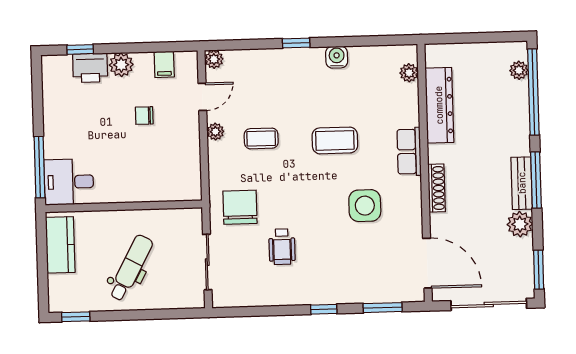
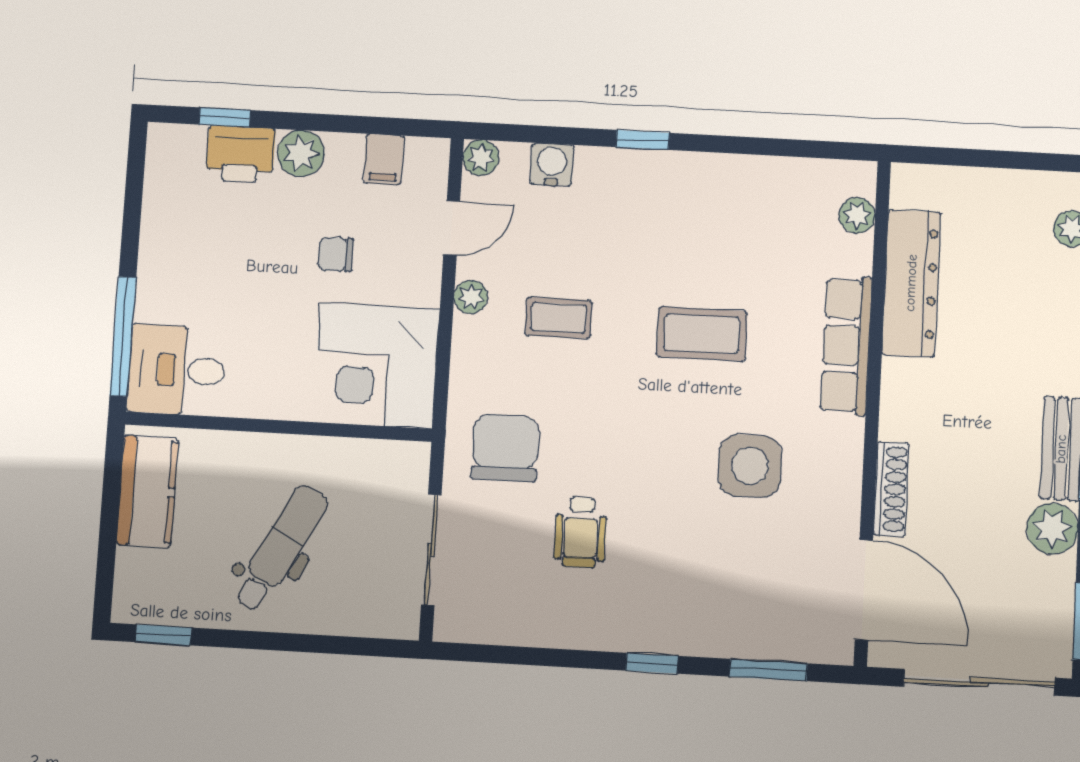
water cooler: (337, 57) -> (552, 164), moved
row of seats: (409, 152) -> (846, 345), width x1.48
corner desk: (170, 171) -> (376, 366), added
shoe rack: (437, 188) -> (891, 489), moved

